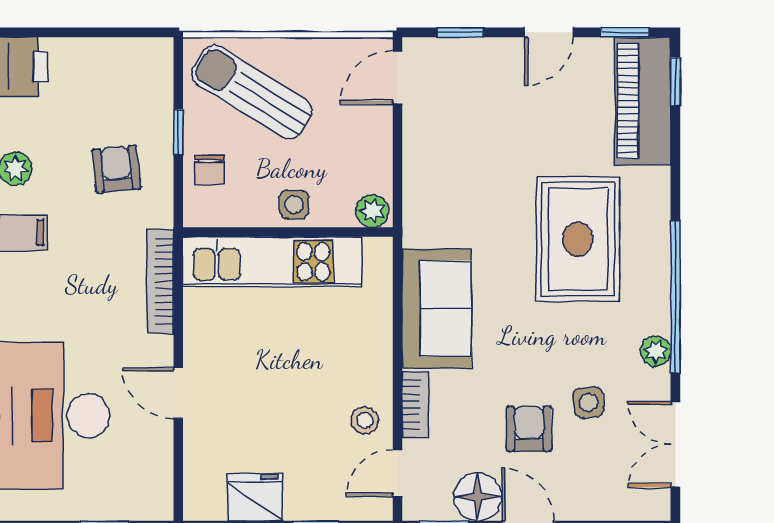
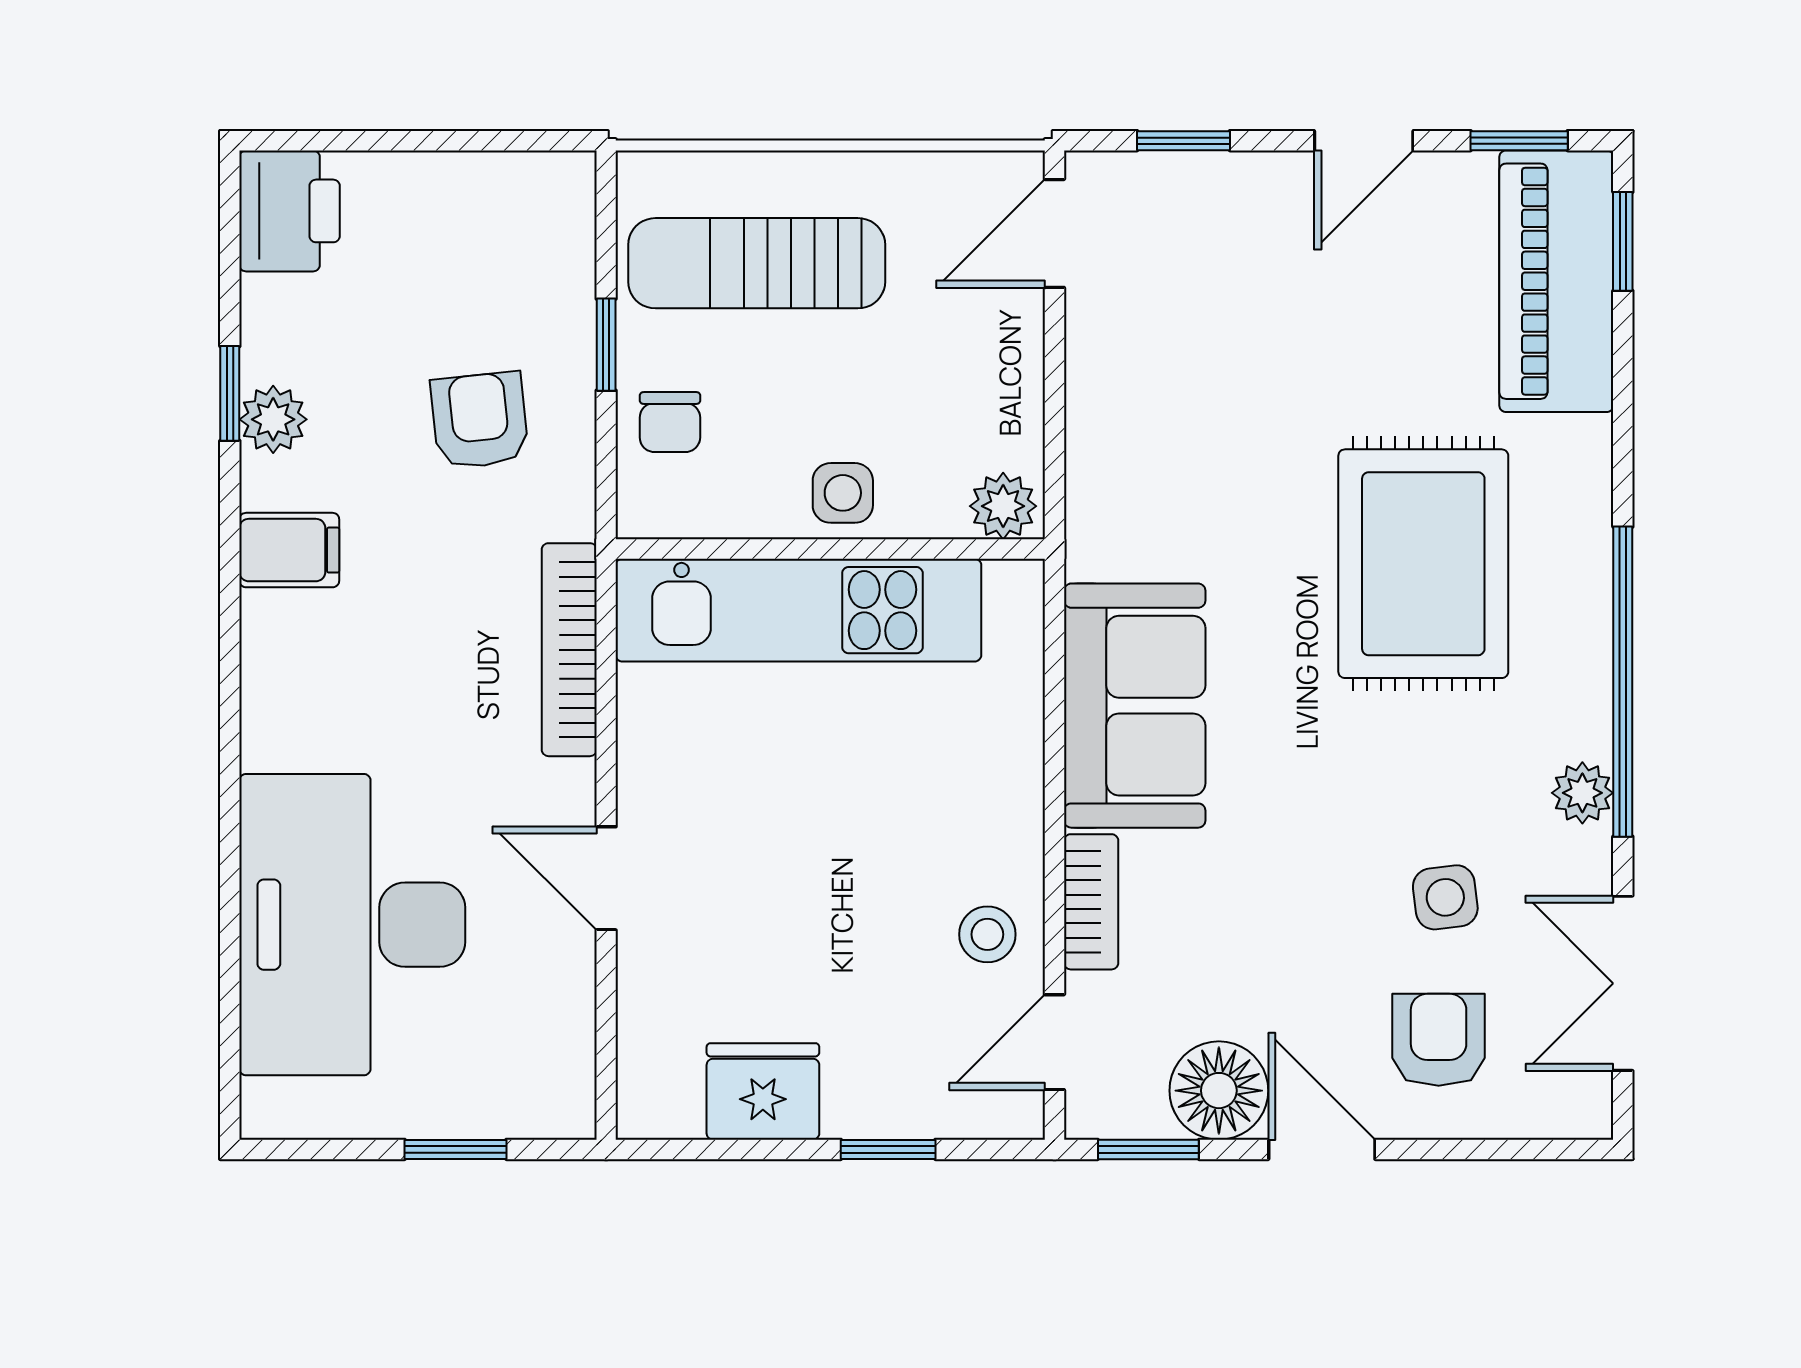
sun lounger: (252, 92) -> (757, 263), turned -32
armchair: (529, 429) -> (1439, 1040), moved

